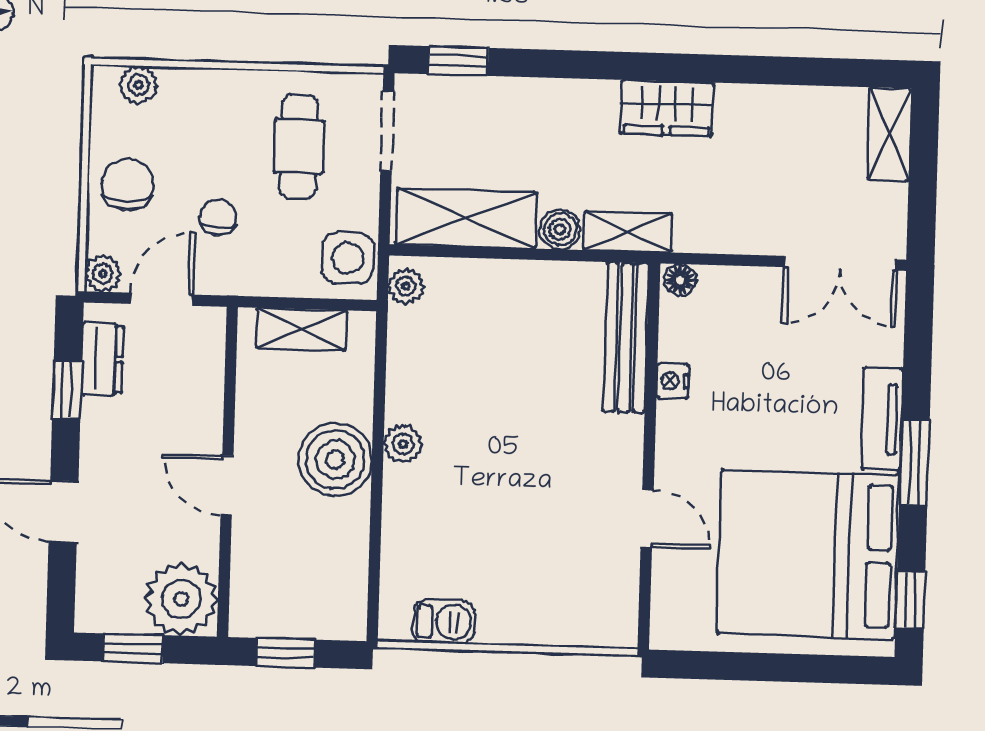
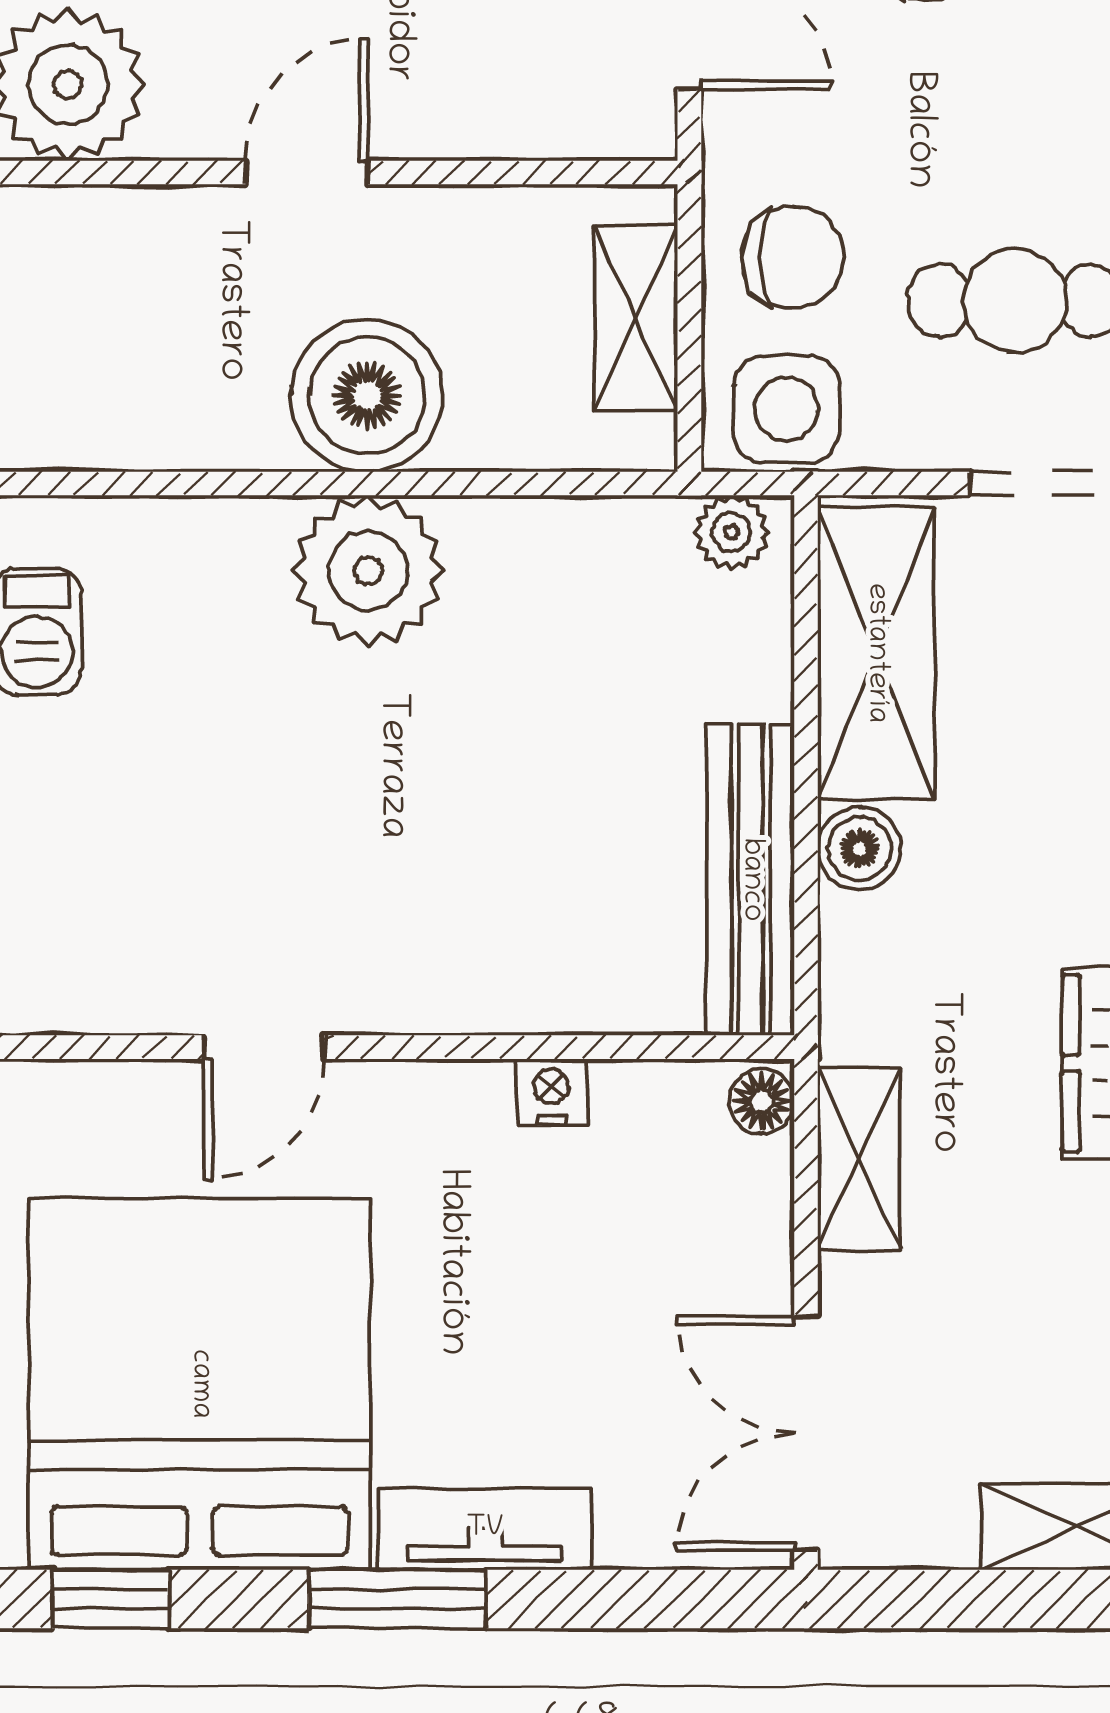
chair: (218, 217) -> (792, 258), moved, width x1.37, depth x1.37
shelving: (628, 232) -> (859, 1159), moved
bench: (626, 337) -> (751, 880), moved, turned 90
plant: (403, 444) -> (368, 571), width x1.88, depth x1.88

